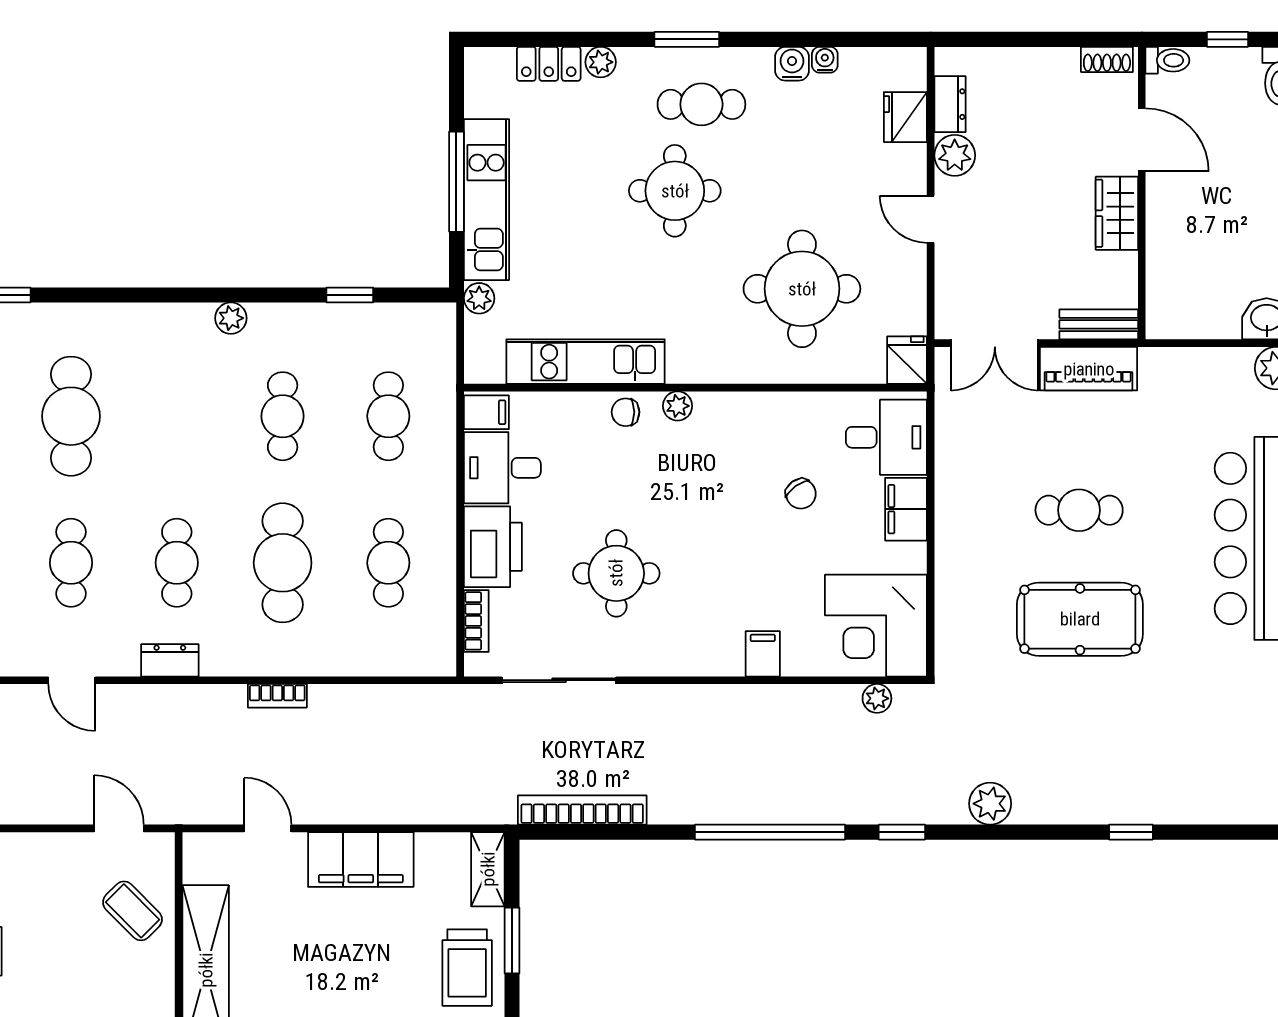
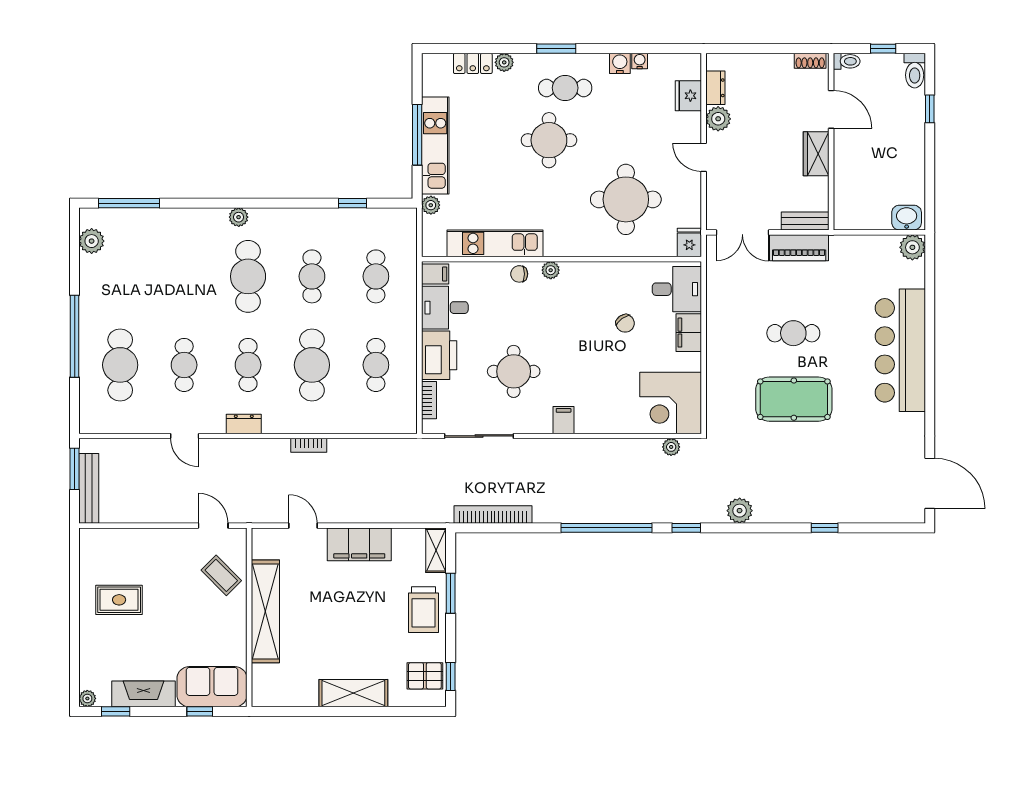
plant: (231, 318) -> (239, 217), moved
cafe table: (71, 416) -> (248, 276), moved
filing cabinet: (763, 654) -> (564, 420), moved

